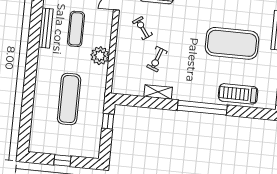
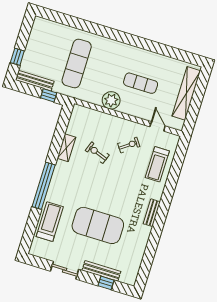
bench: (46, 28) -> (35, 81), moved
exercise mat: (232, 43) -> (98, 225), turned 90
exercise mat: (69, 99) -> (77, 63), turned 90
window: (62, 160) -> (17, 57), moved

